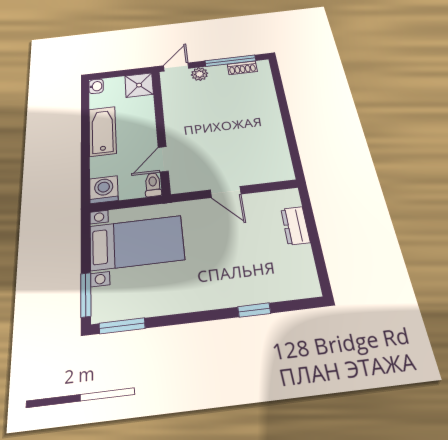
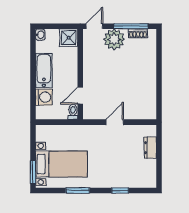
plant: (200, 74) -> (114, 39), width x1.88, depth x1.88
washing machine: (104, 190) -> (44, 97), moved, turned 90
door: (226, 192) -> (115, 122), swing flipped
bed with nightstands: (136, 243) -> (61, 164), moved
window: (122, 326) -> (78, 190), moved

